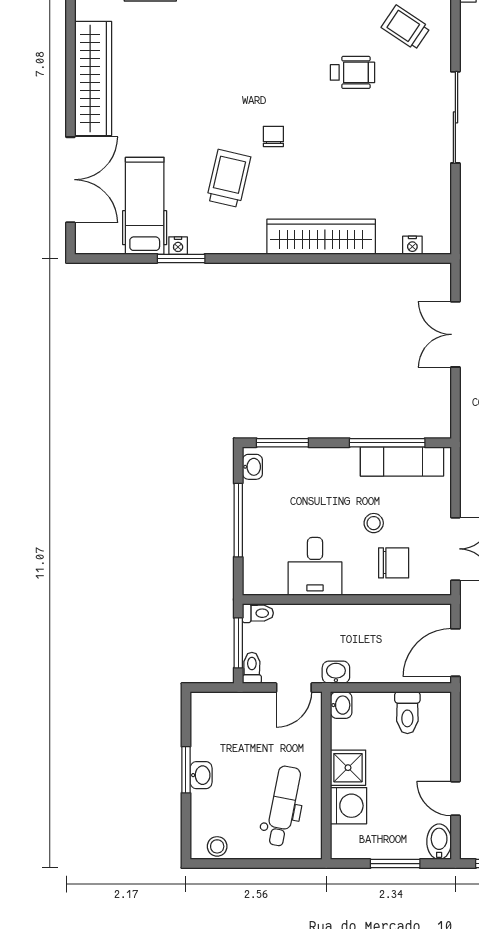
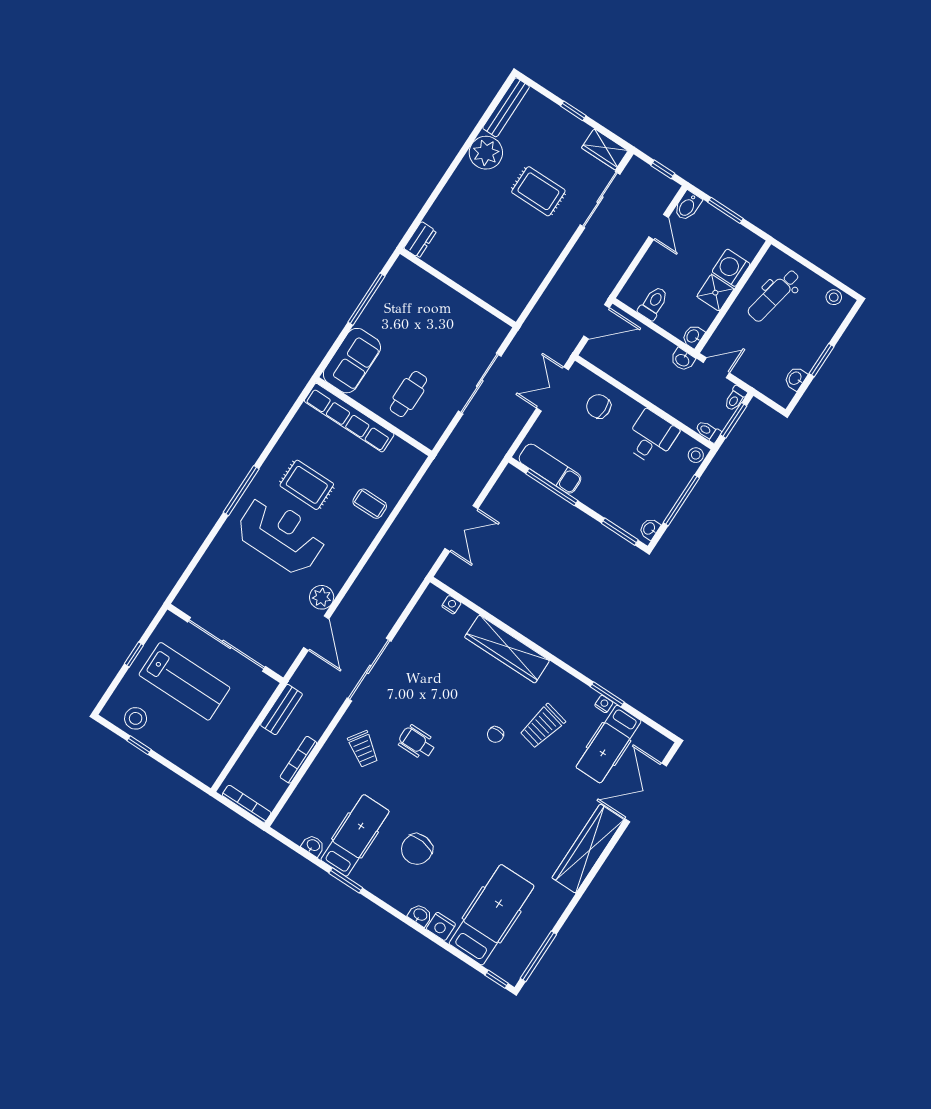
stool: (374, 523) -> (696, 455), moved
washbasin: (201, 775) -> (795, 378), moved

